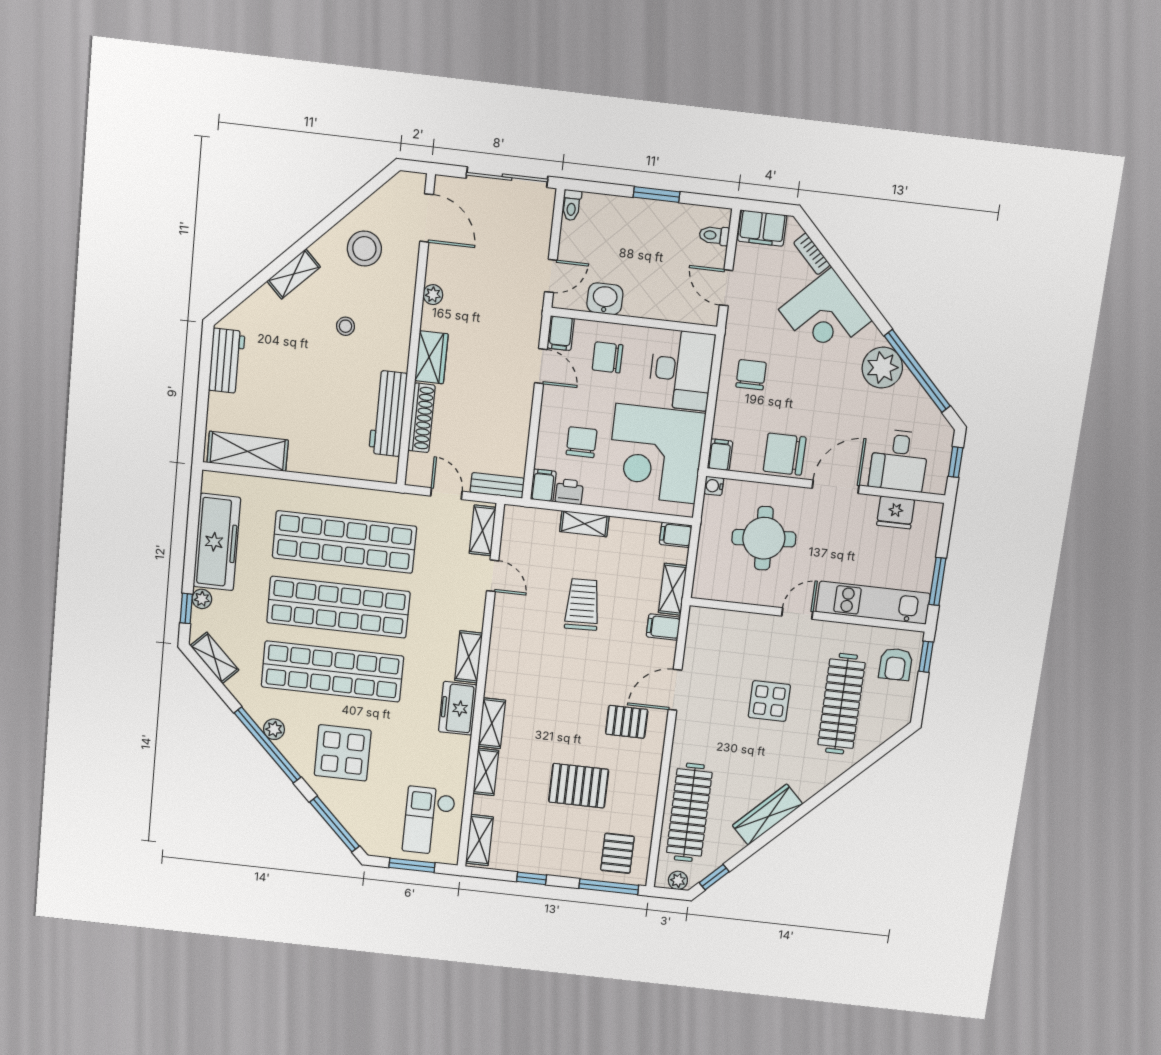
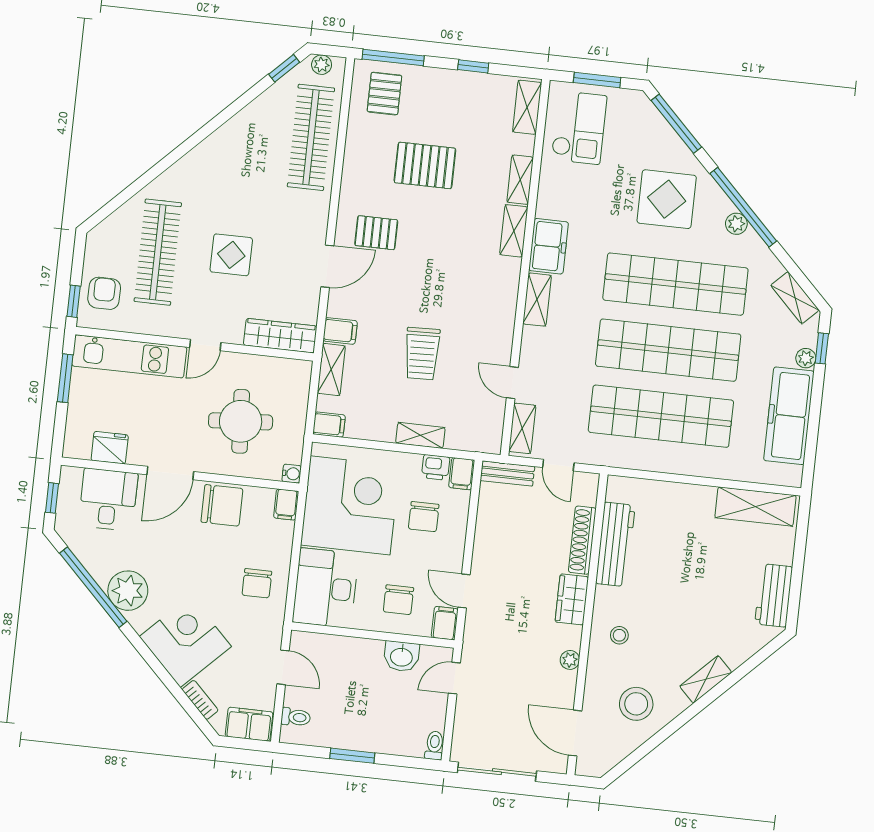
stool: (346, 326) -> (619, 635), moved
chair: (608, 357) -> (398, 600), turned 90
wardrobe: (767, 815) -> (280, 336), moved, turned -135

